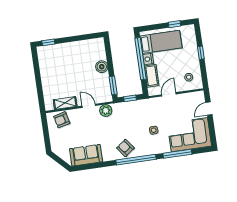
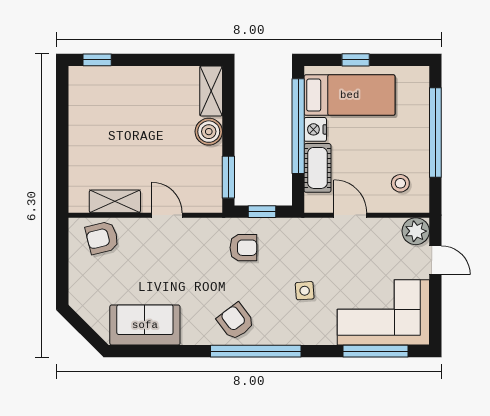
window: (175, 24) -> (356, 60), moved
shelving: (100, 49) -> (211, 91), added
window: (201, 53) -> (435, 132), width x3.17
door: (169, 94) -> (350, 215), hinge flipped
door: (209, 109) -> (435, 260), swing flipped
plant: (106, 111) -> (416, 231), moved
armchair: (124, 115) -> (243, 248), added
window: (177, 154) -> (375, 351), moved

